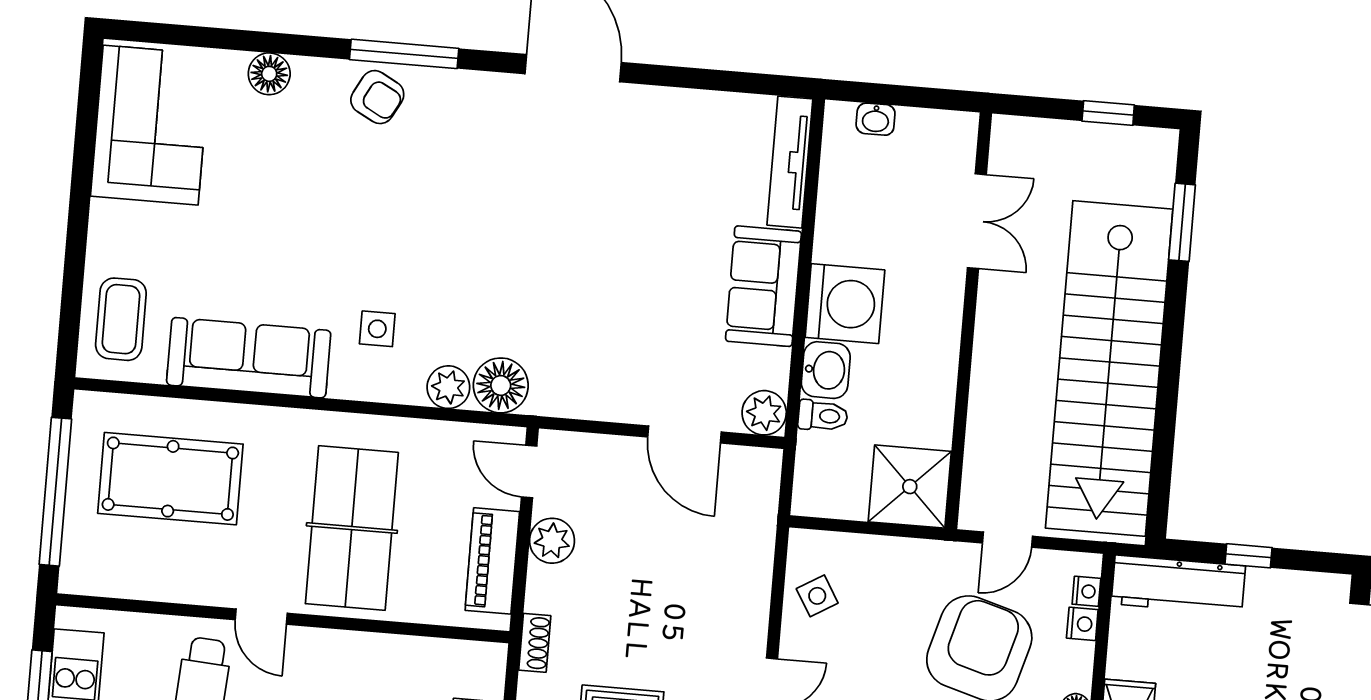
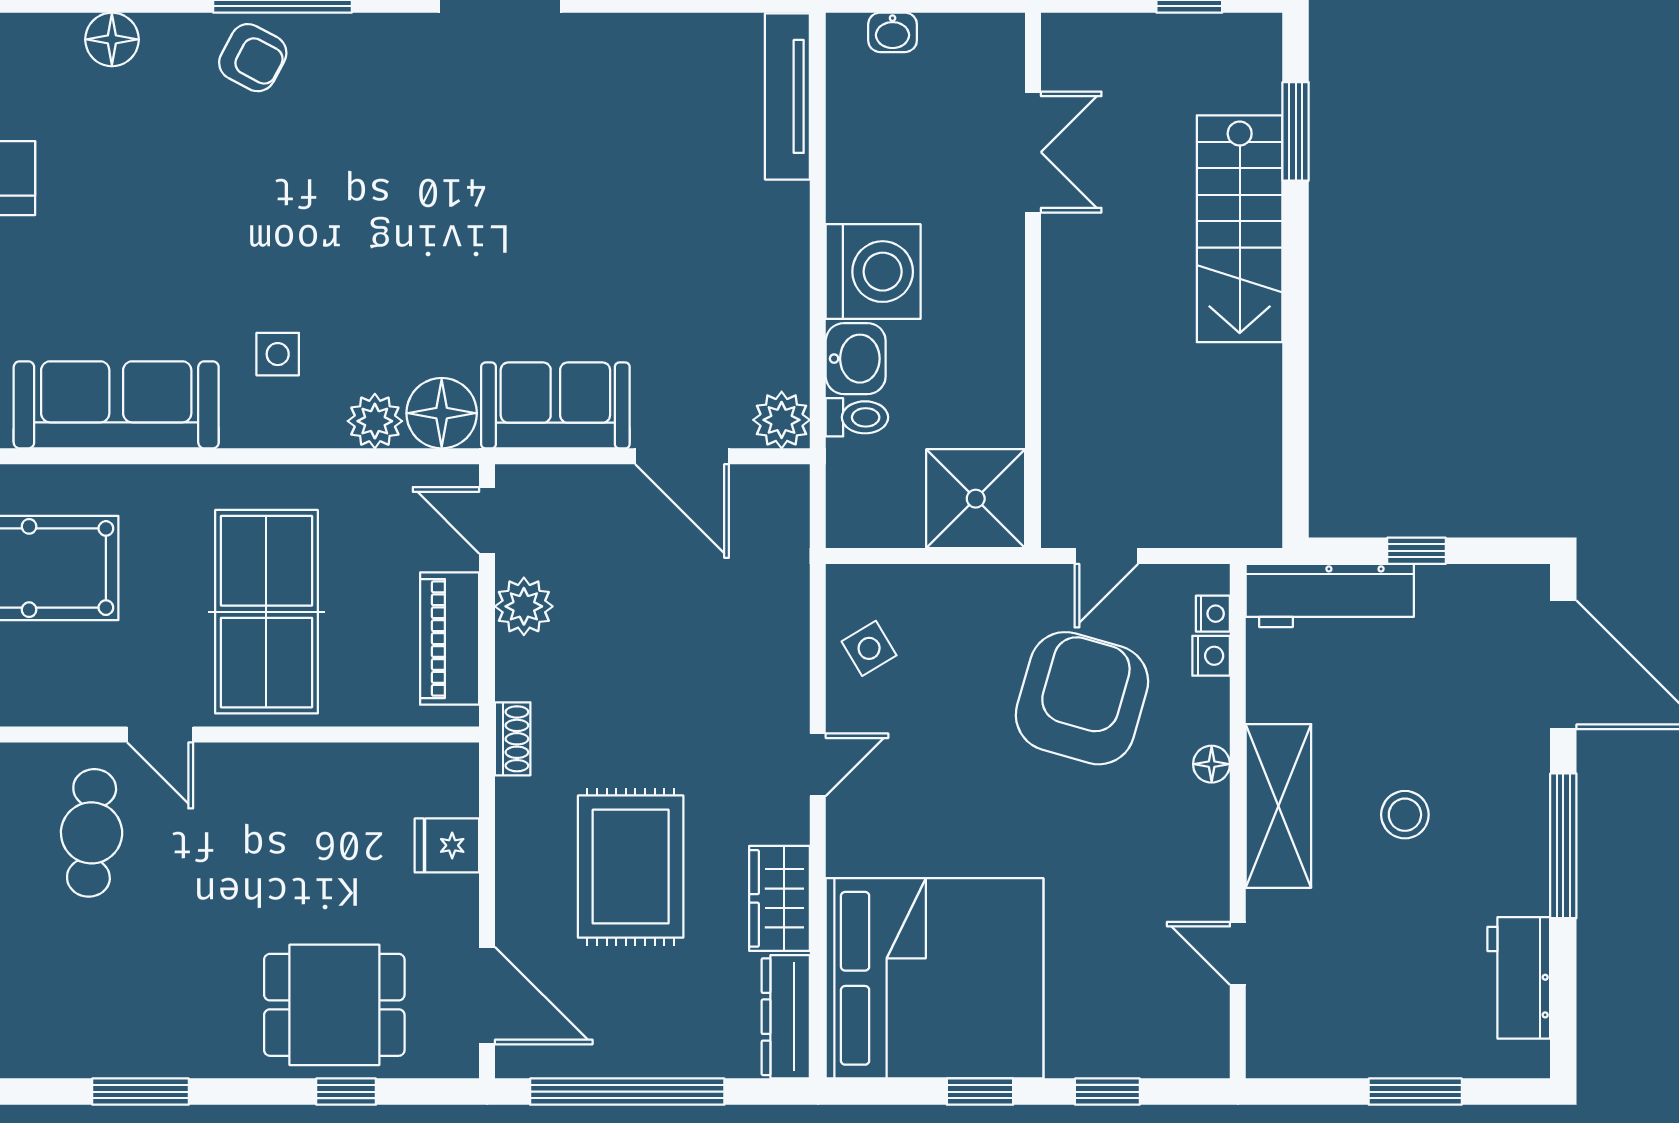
sofa: (763, 286) -> (555, 405), moved, turned 90
stairs: (1109, 369) -> (1240, 229), width x0.54, depth x0.66

